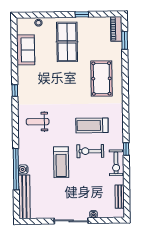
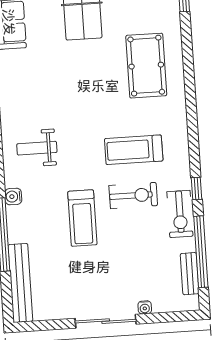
exercise bike: (90, 151) -> (133, 195), turned 180
water cooler: (23, 169) -> (13, 196), moved
window: (127, 185) -> (201, 252), added

